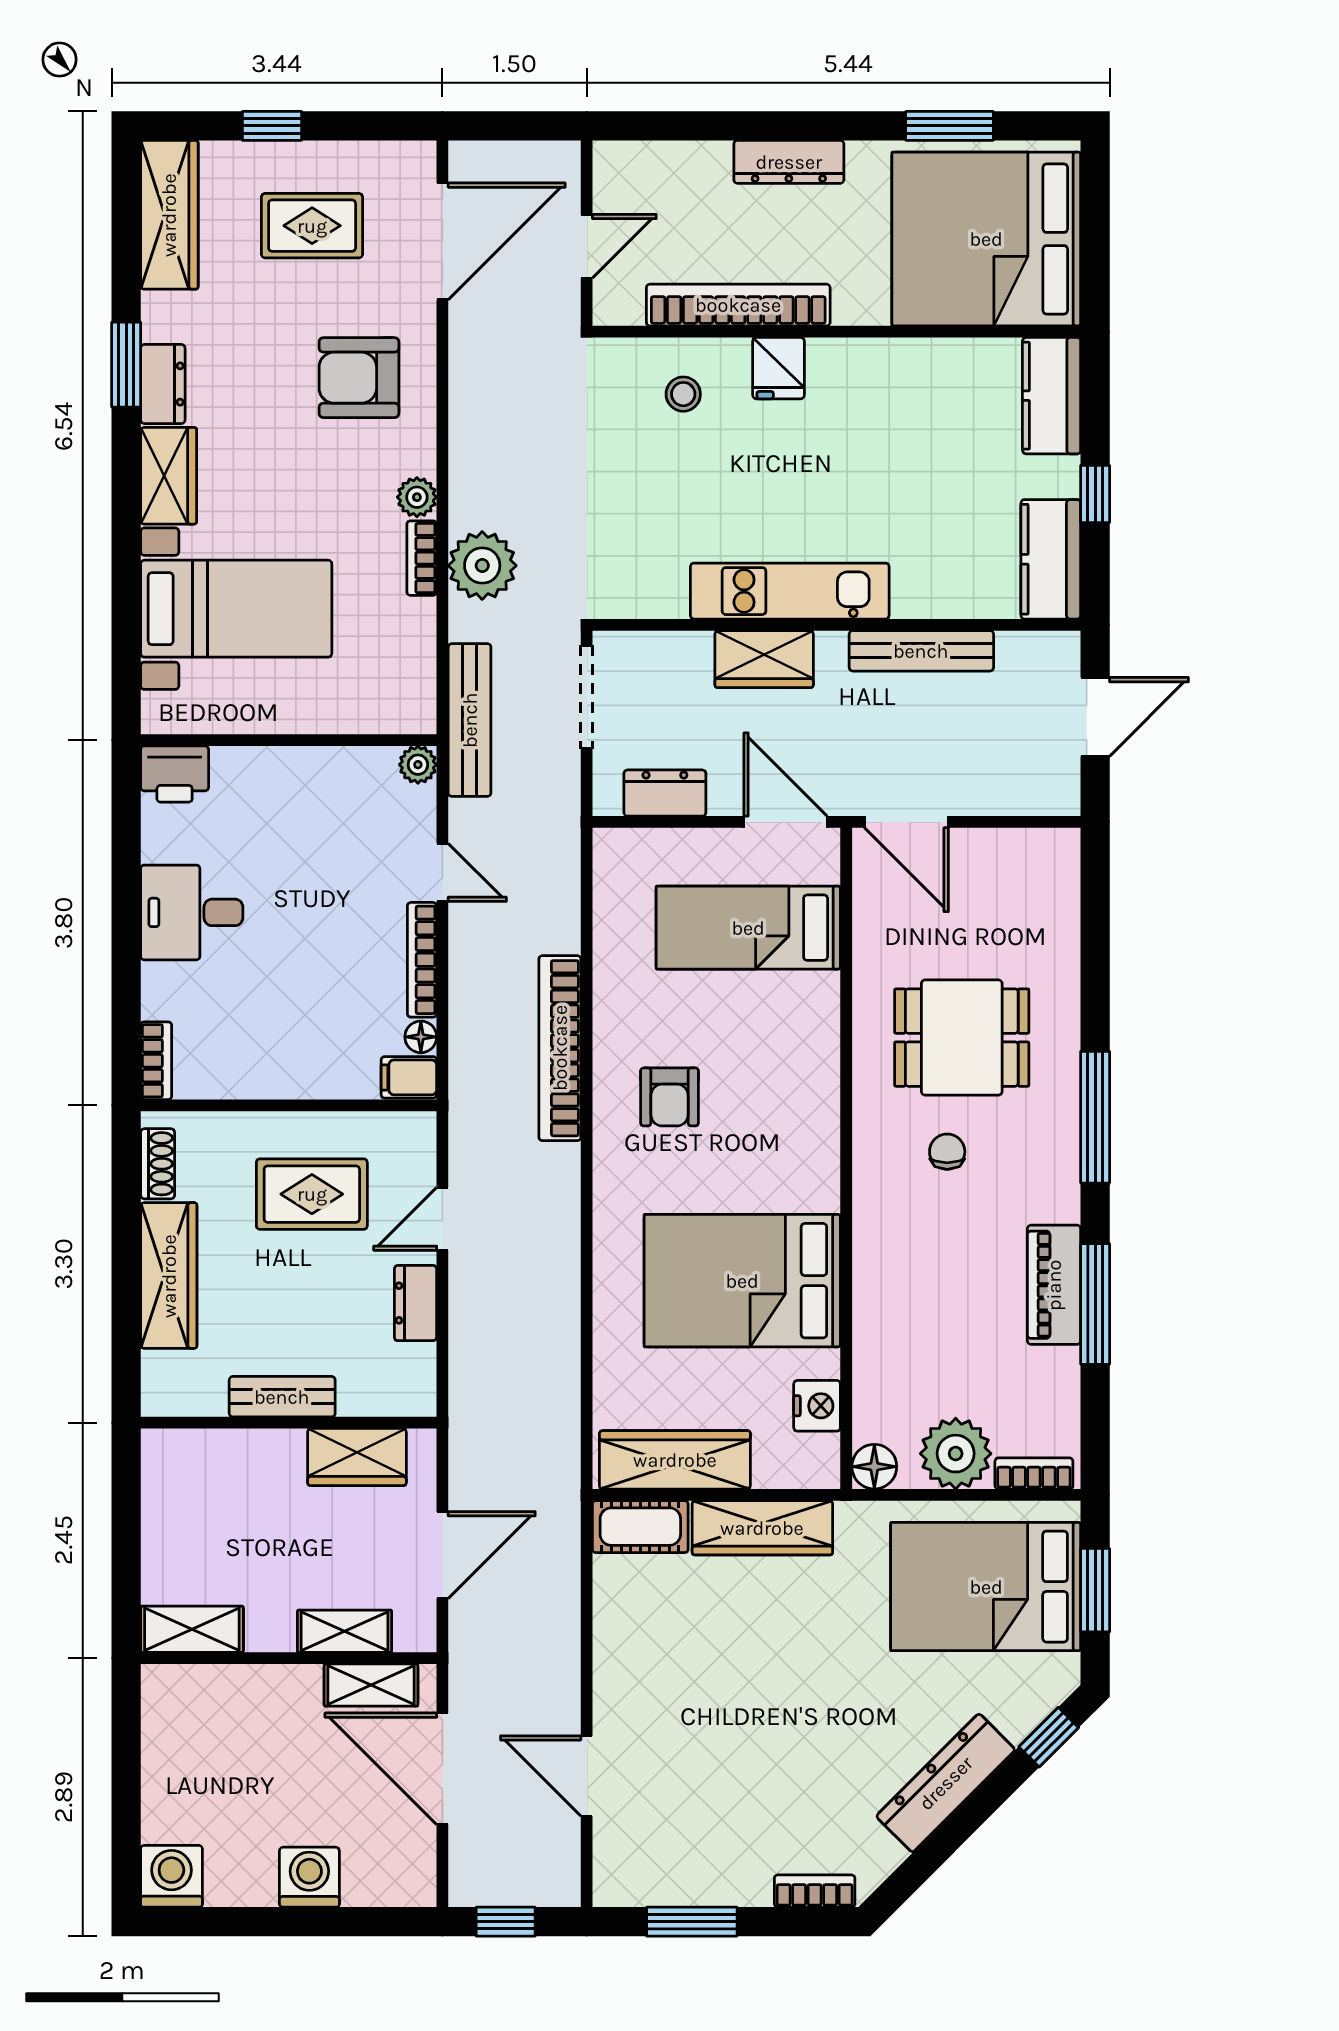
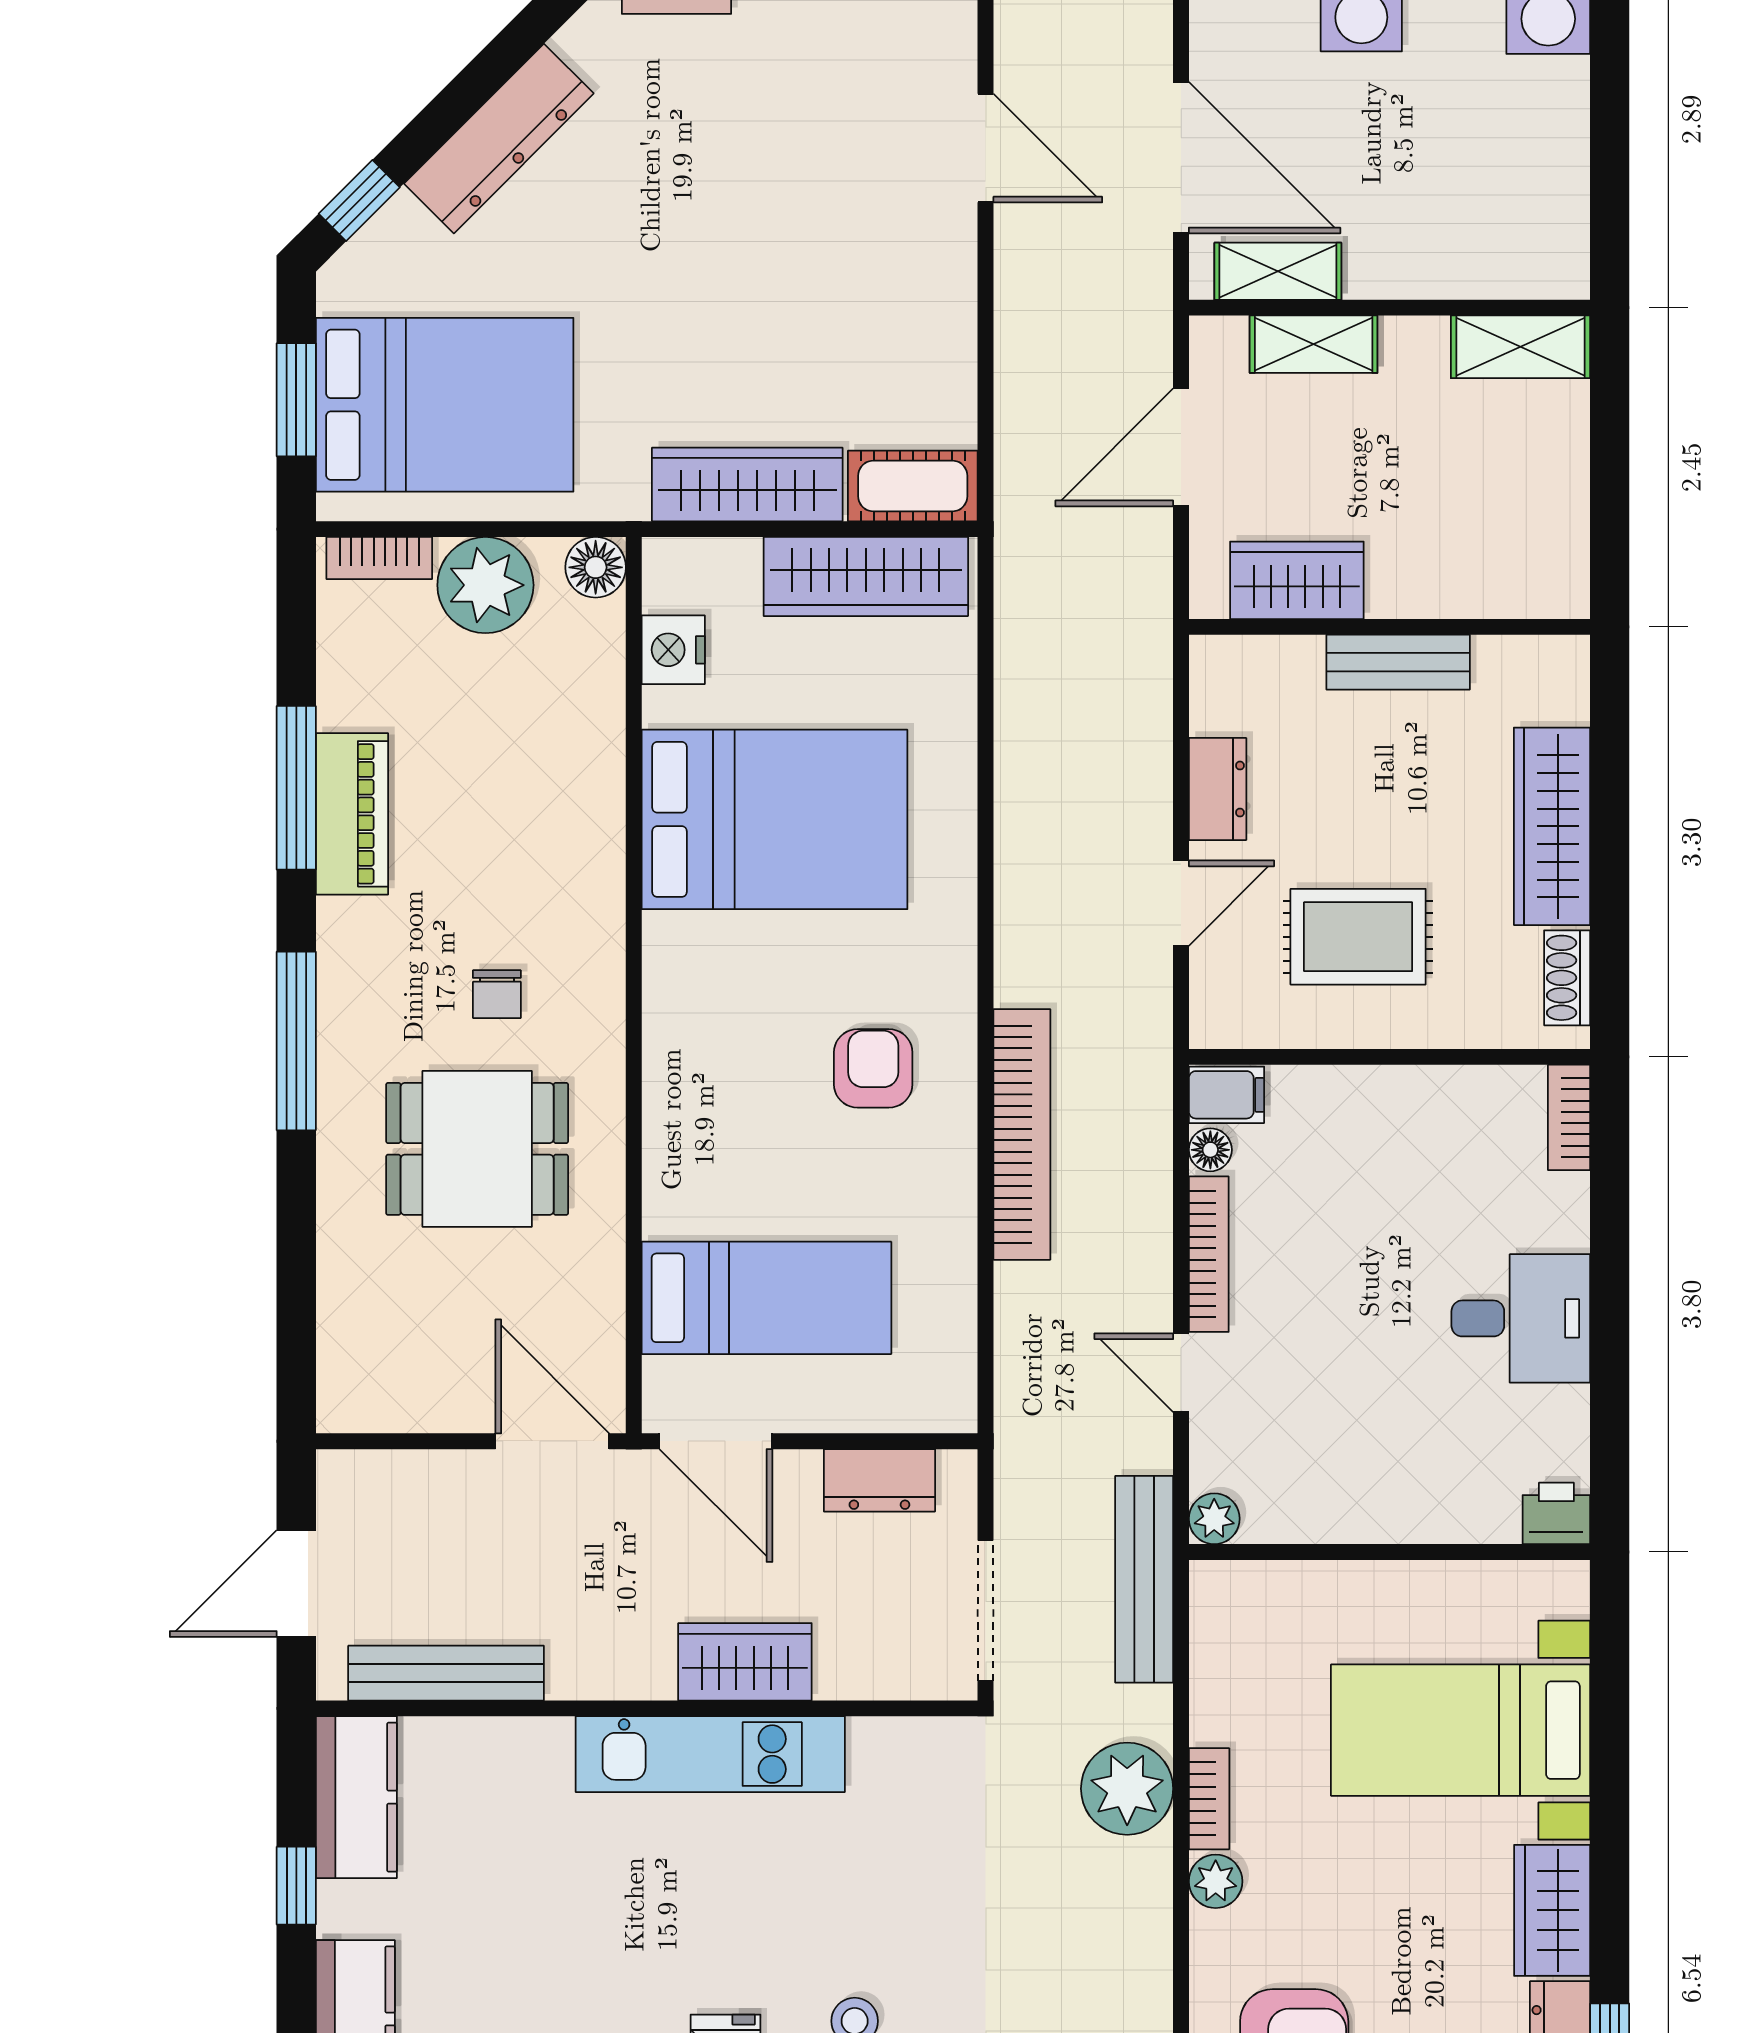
bench: (921, 651) -> (446, 1673), moved
printer: (175, 774) -> (1556, 1513), width x0.73, depth x0.81

